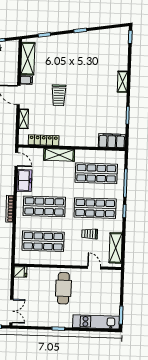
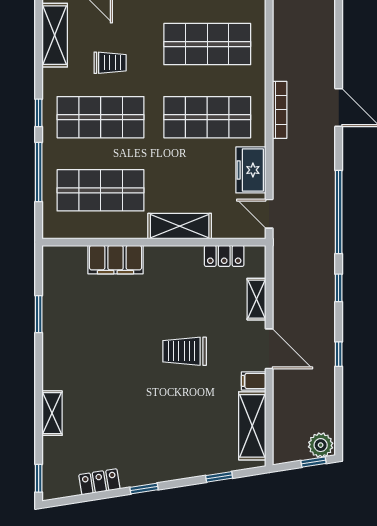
locker: (101, 34) -> (99, 482), added
shelving: (122, 82) -> (52, 413), moved
trolley: (59, 95) -> (185, 351), turned -90
locker: (44, 140) -> (224, 256), width x0.66
filing cabinet: (112, 141) -> (115, 260), moved

